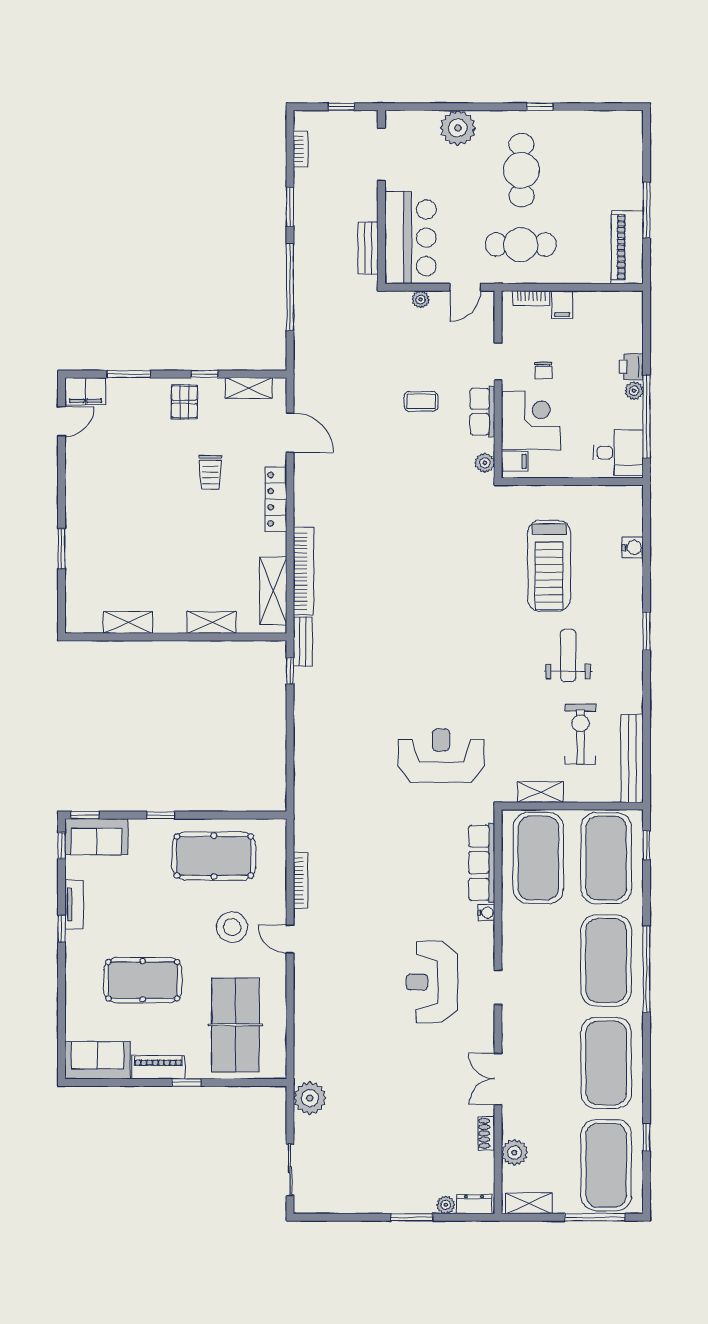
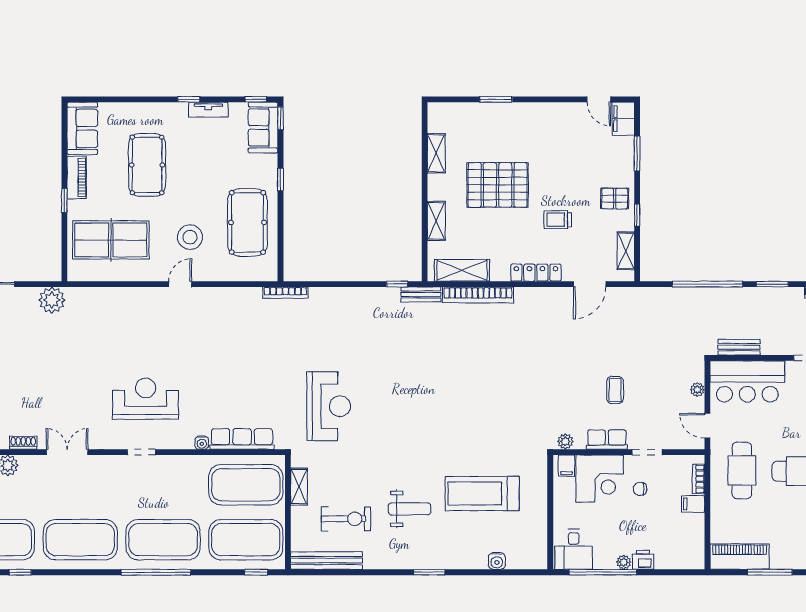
pallet: (167, 547) -> (498, 185), added
bookcase: (301, 881) -> (285, 293), moved

